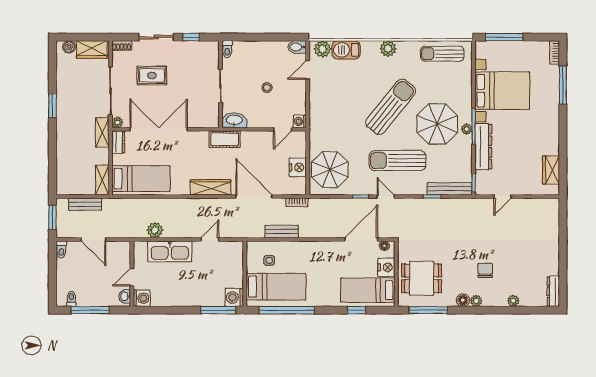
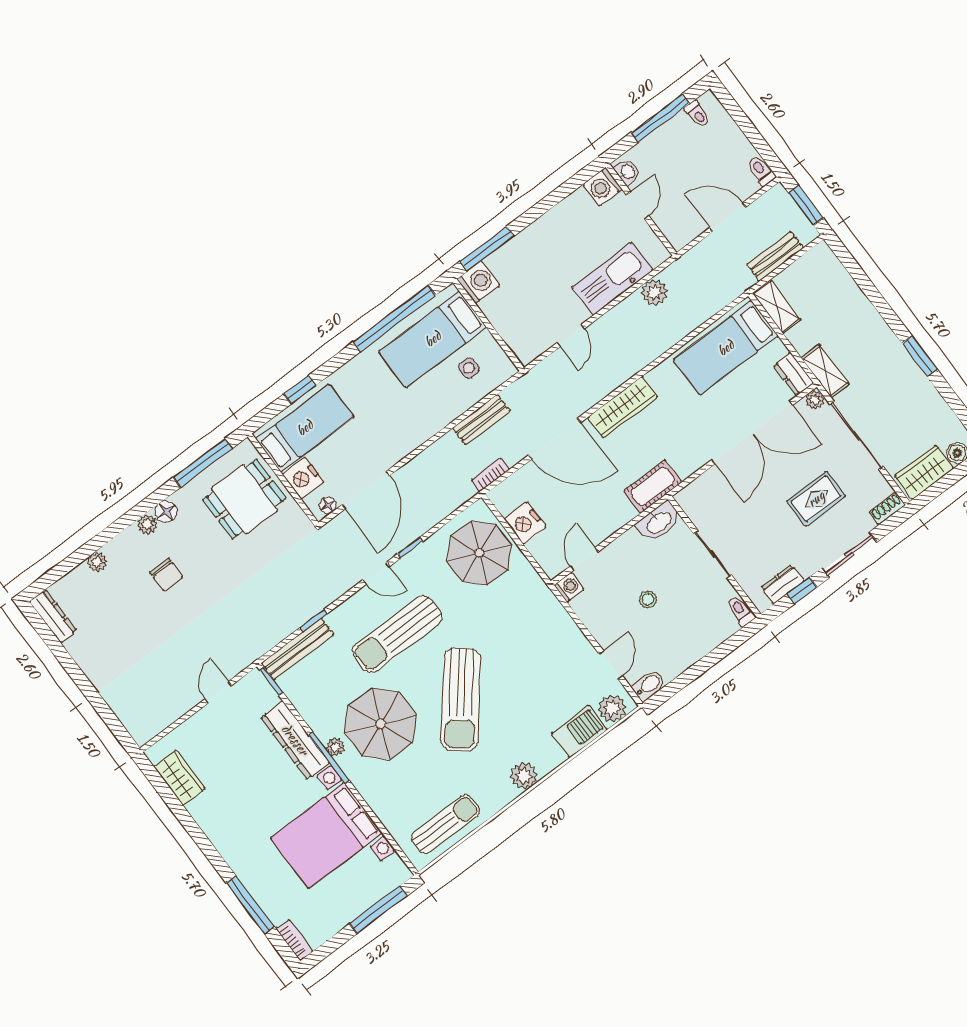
dresser: (198, 47) -> (783, 584), added
sun lounger: (397, 160) -> (397, 634), turned 180

